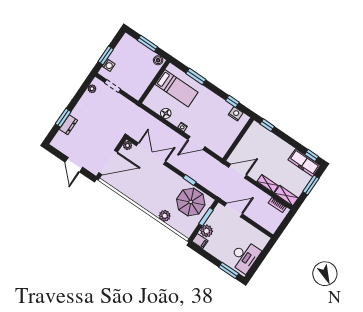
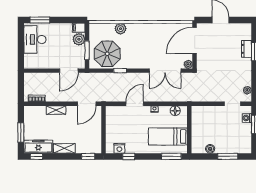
wall: (154, 82) -> (189, 130), moved
bed: (177, 88) -> (168, 136), moved
shelving: (286, 196) -> (64, 148), moved

